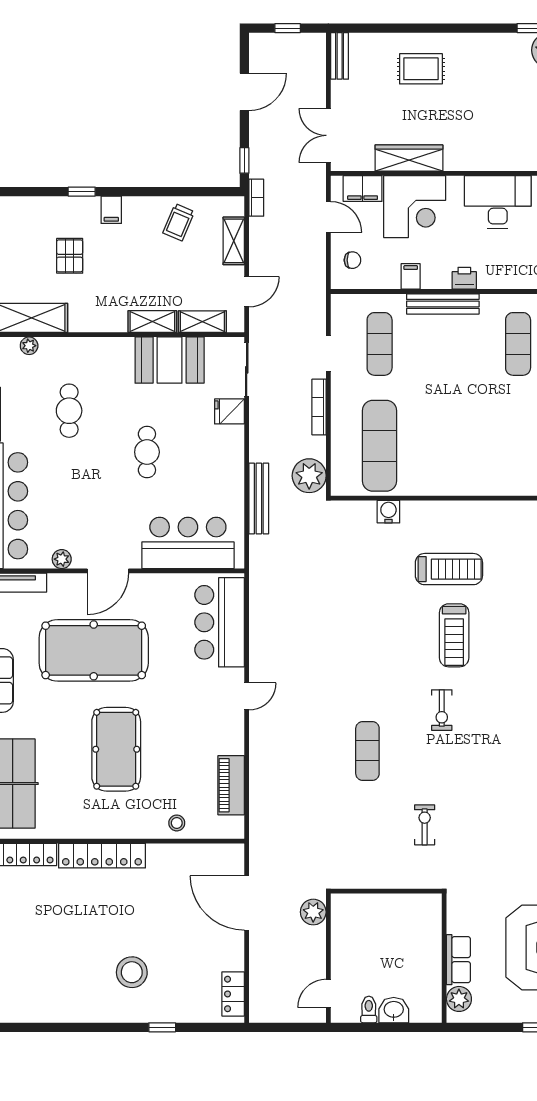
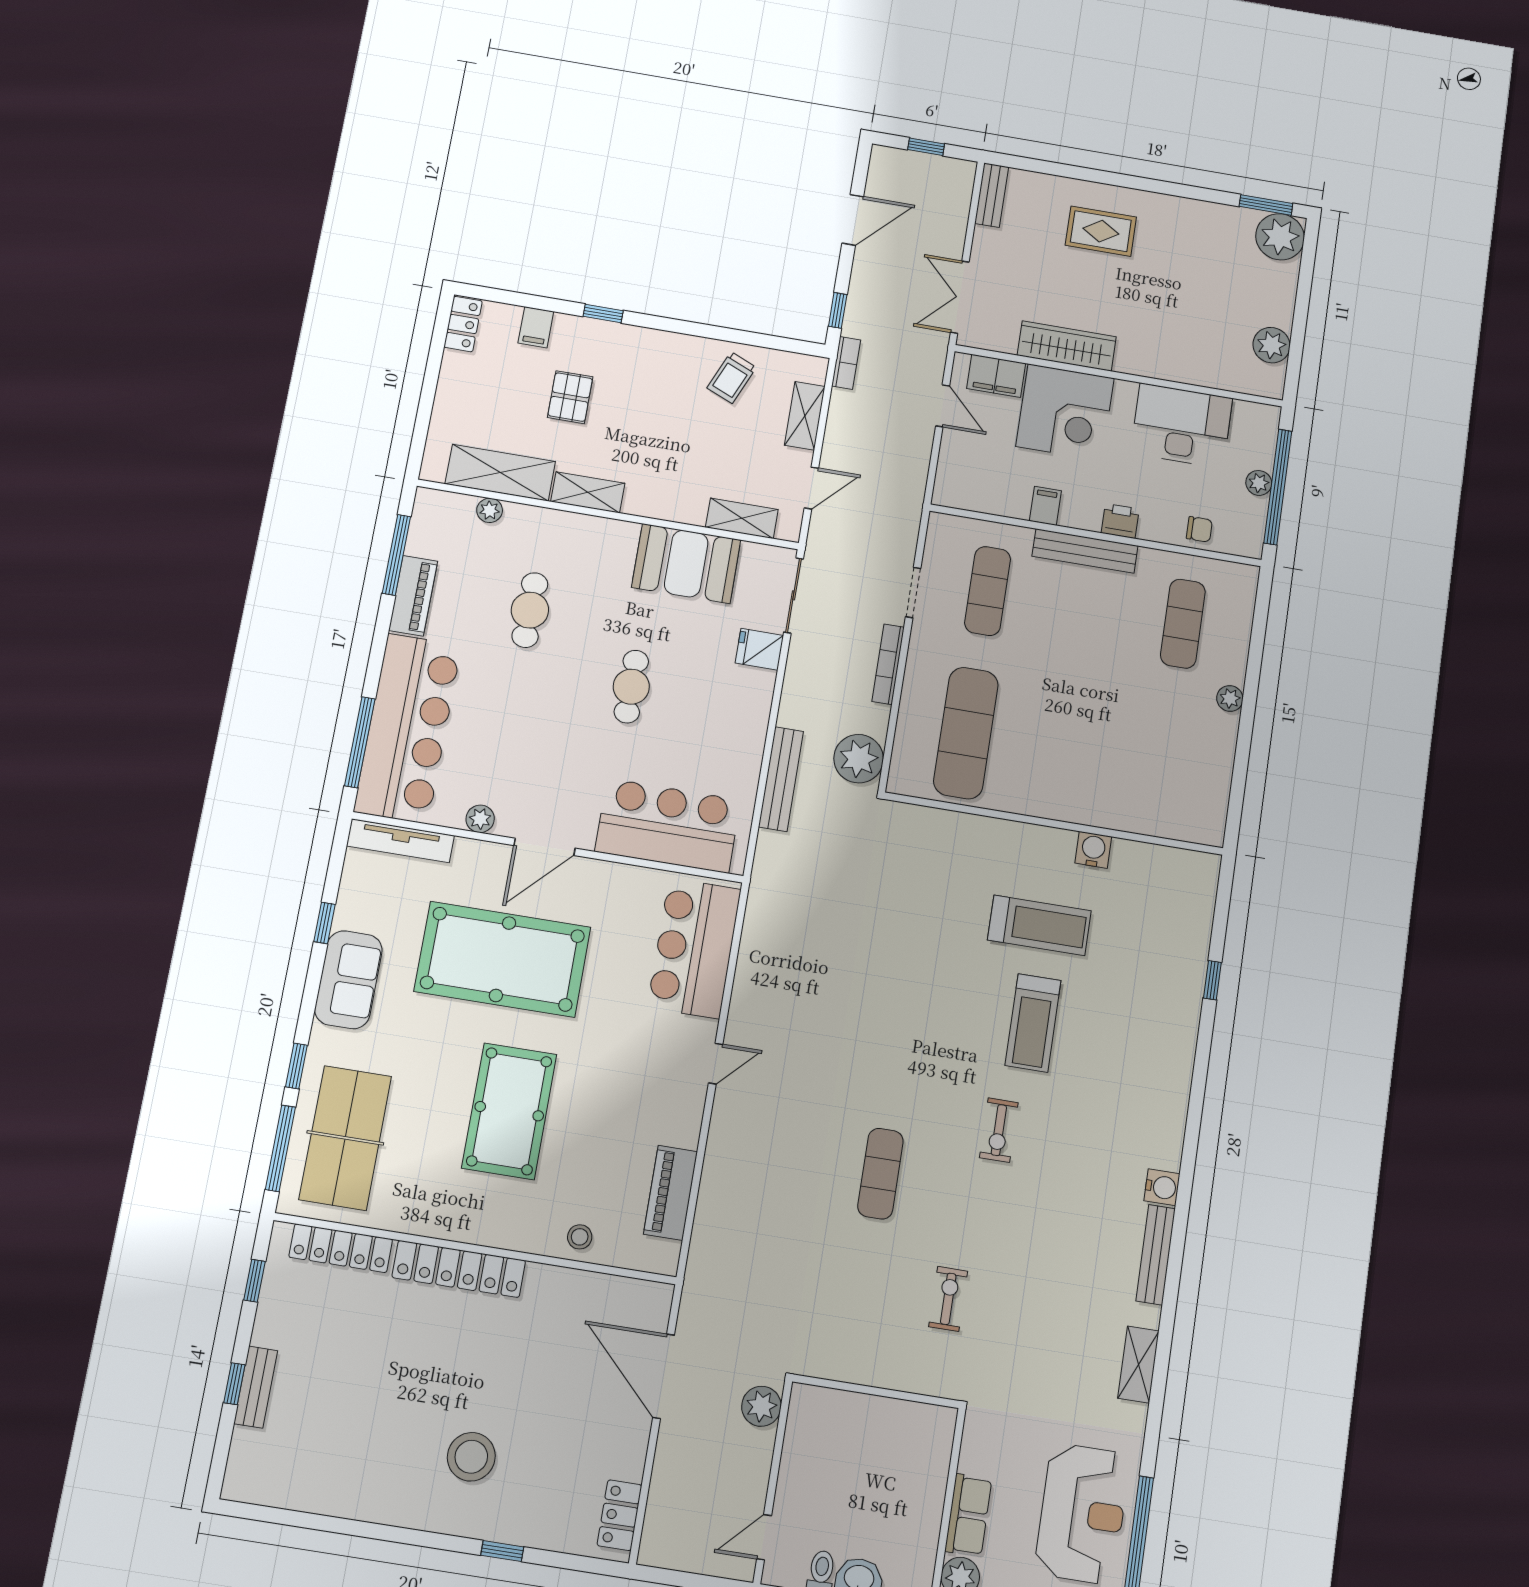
filing cabinet: (111, 210) -> (536, 327), moved
chair: (352, 260) -> (1199, 529), moved
shelving: (152, 322) -> (588, 492), moved
water cooler: (388, 512) -> (1093, 850), moved

